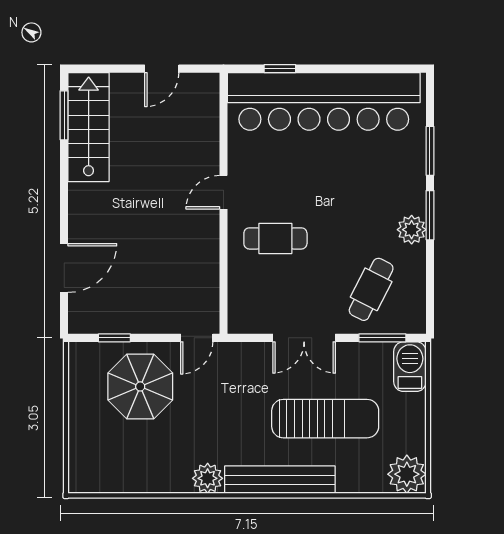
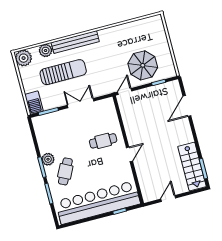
cafe table: (371, 289) -> (65, 171), moved
sun lounger: (325, 419) -> (63, 72), turned 180
plant: (208, 478) -> (46, 50), moved

